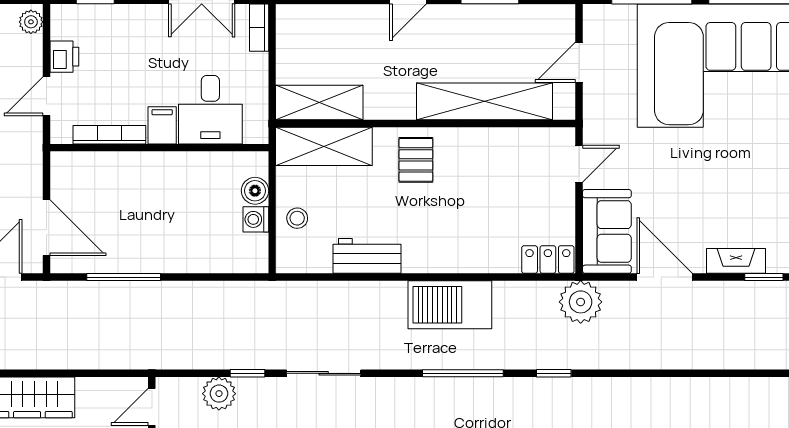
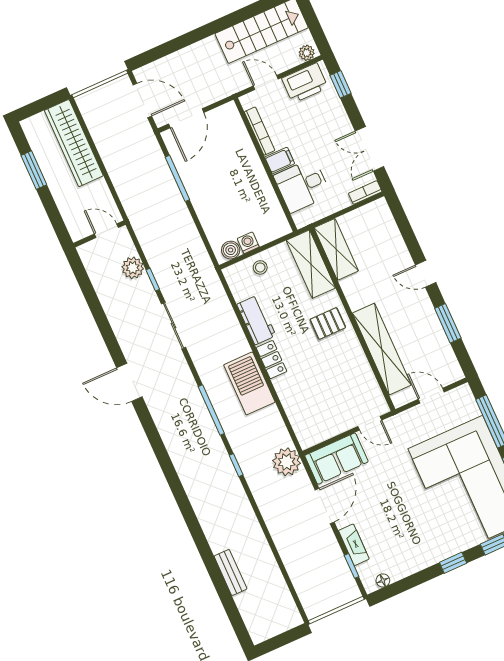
printer: (64, 57) -> (305, 83), width x1.87, depth x1.48
boiler: (255, 191) -> (231, 250), moved
locker: (548, 259) -> (272, 360), moved

